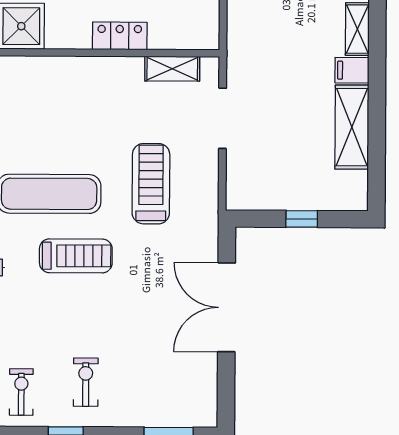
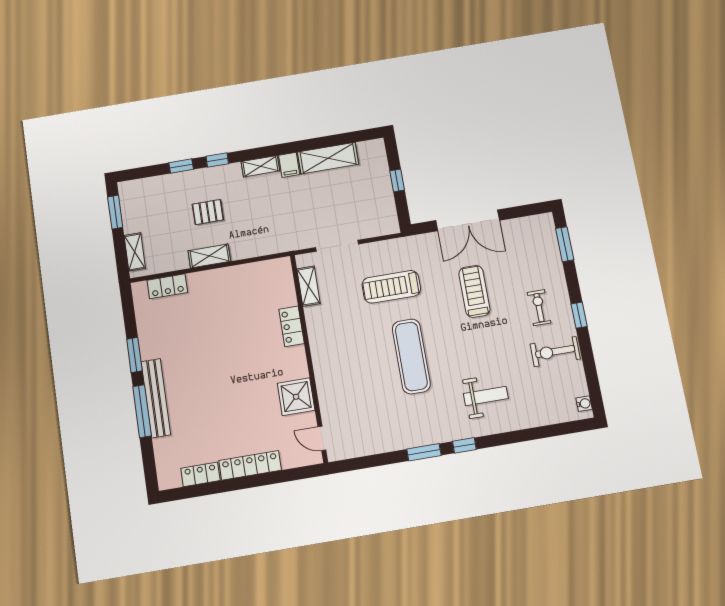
treadmill: (76, 256) -> (474, 291), moved
exercise bike: (86, 382) -> (539, 308), turned 90
exercise bike: (21, 392) -> (555, 352), width x1.38, depth x1.39

